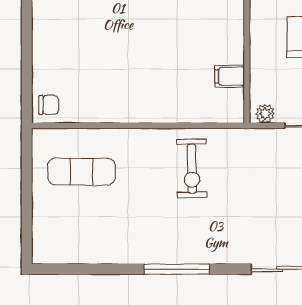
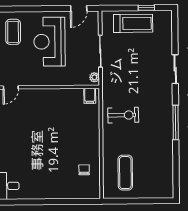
filing cabinet: (230, 76) -> (90, 96), moved
chair: (49, 105) -> (84, 170), moved

